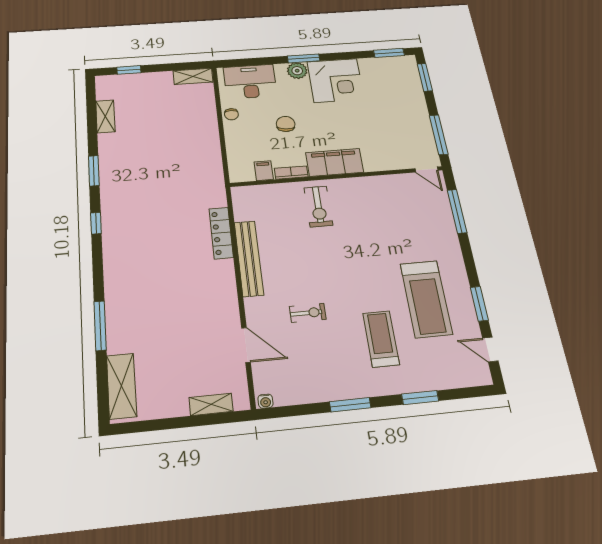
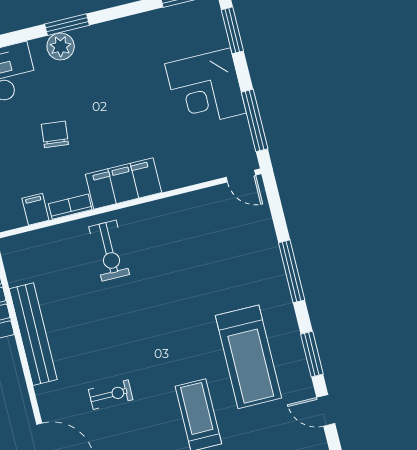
corner desk: (336, 80) -> (206, 88), moved, turned 90
window: (457, 211) -> (292, 271), moved

